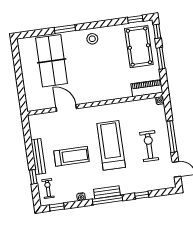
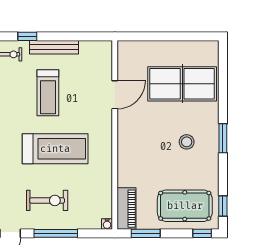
window: (65, 29) -> (223, 138), moved
stool: (92, 39) -> (187, 142), moved
window: (161, 58) -> (146, 233), moved

